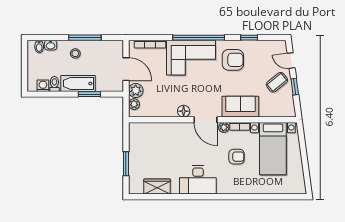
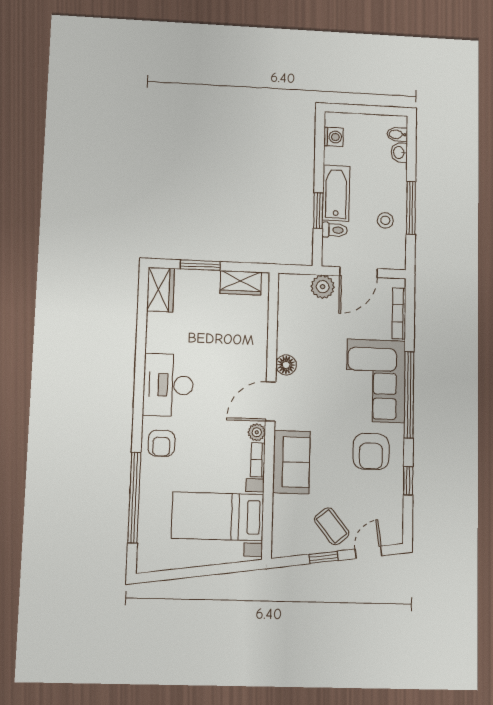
stool: (75, 53) -> (385, 220), moved
toilet: (54, 84) -> (334, 230), moved
plant: (134, 104) -> (300, 283), removed
wardrobe: (136, 139) -> (241, 283), added
armchair: (236, 157) -> (161, 443), moved
wardrobe: (157, 187) -> (161, 290), moved
window: (264, 197) -> (134, 497), added

